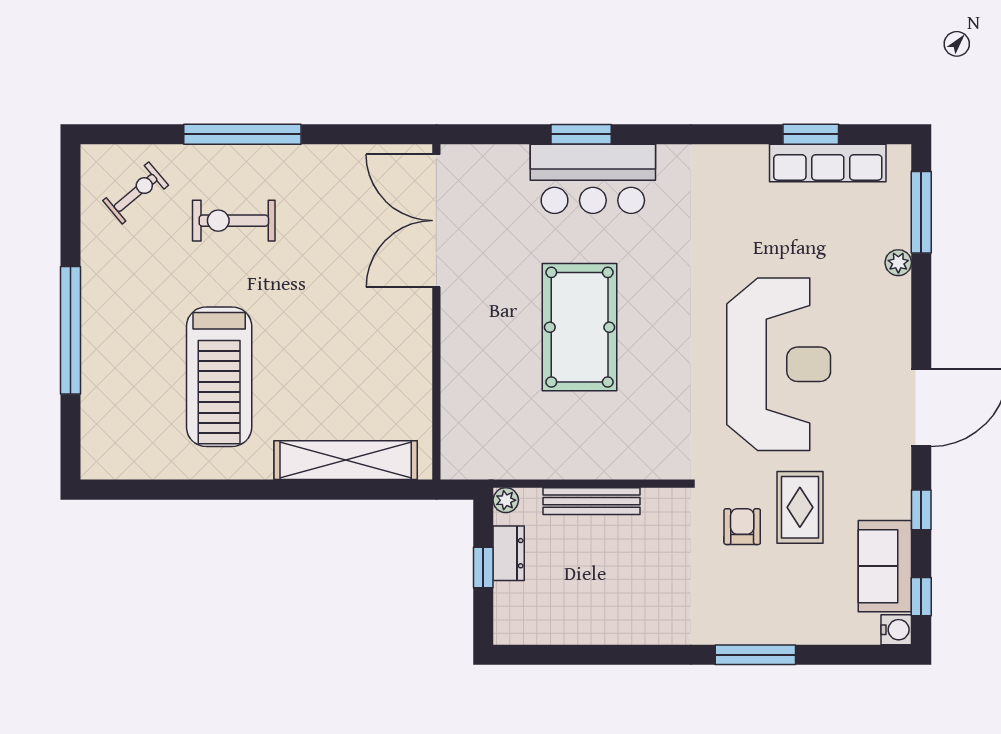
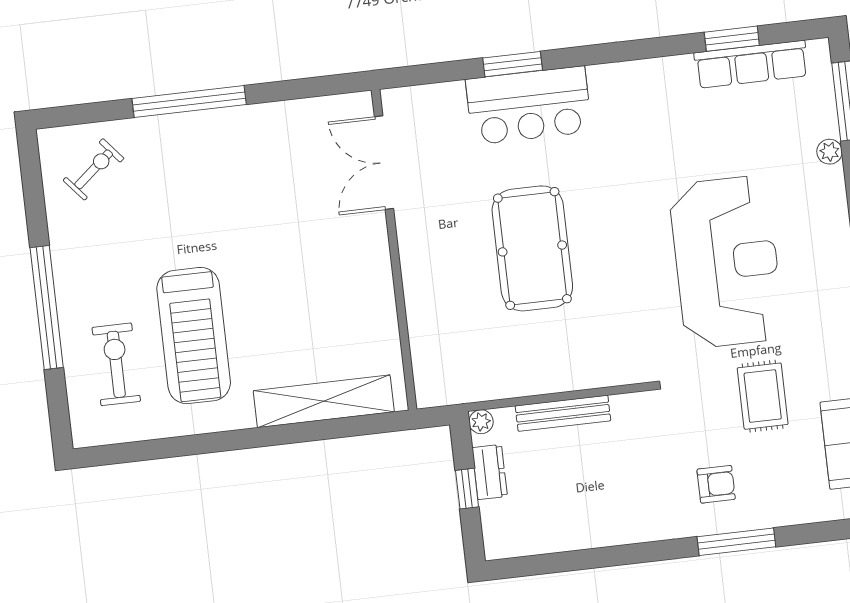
exercise bike: (234, 221) -> (116, 364), moved, turned 90
double door: (436, 221) -> (384, 163), width x0.73
armchair: (742, 527) -> (716, 484), moved, turned 90

